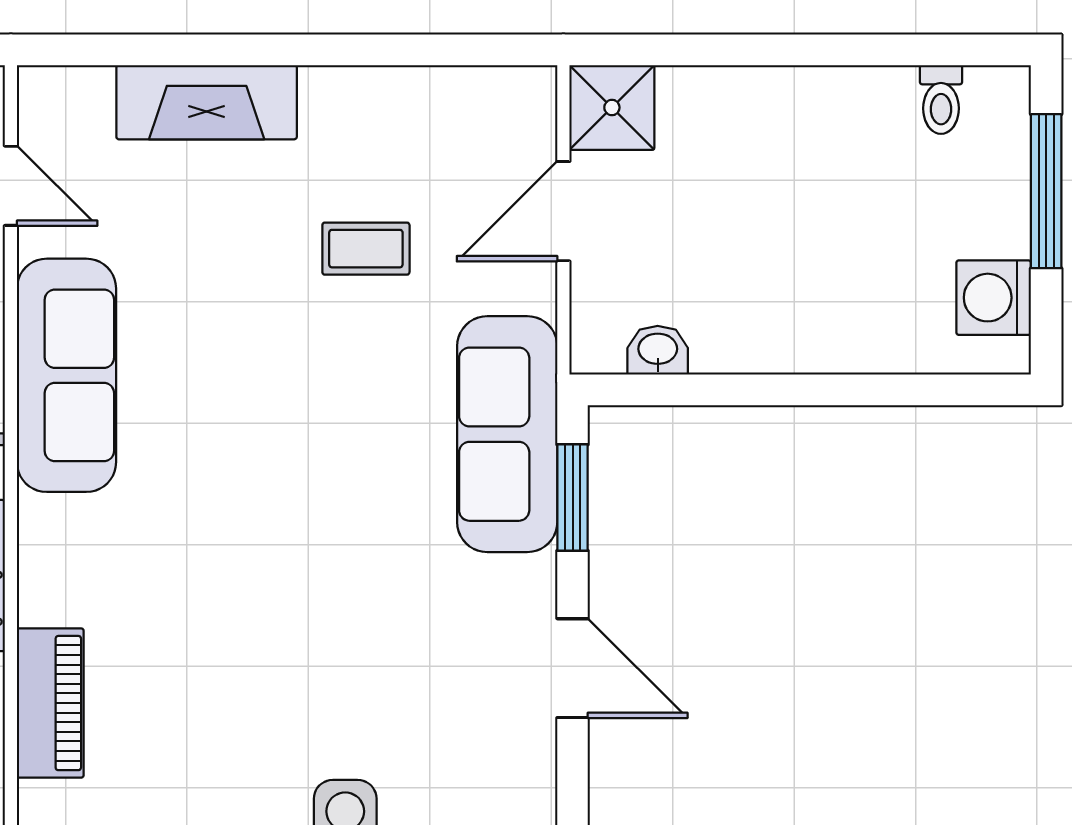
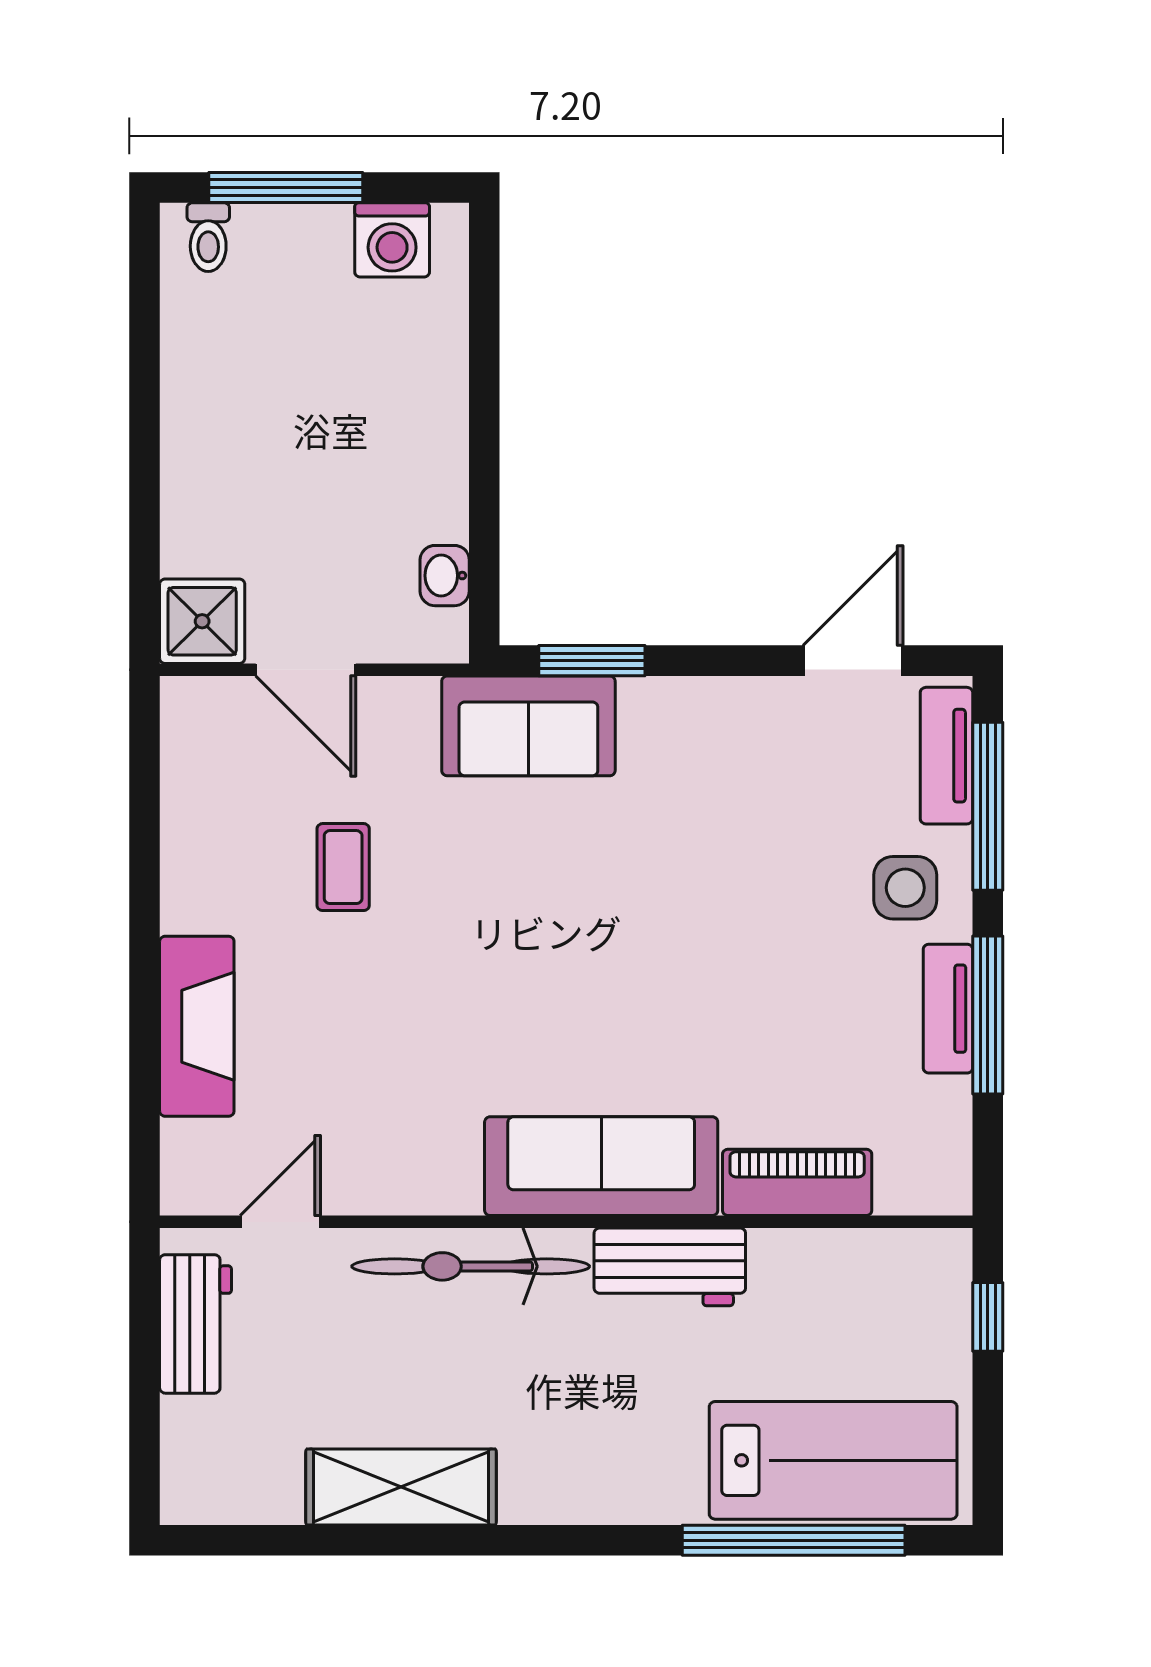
toilet: (941, 100) -> (208, 237), moved, turned 90
sofa: (66, 375) -> (601, 1166), moved
sofa: (507, 434) -> (528, 726), width x0.73
door: (573, 668) -> (853, 661), moved

